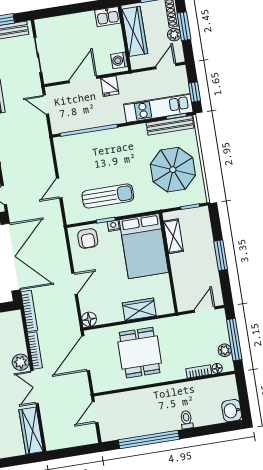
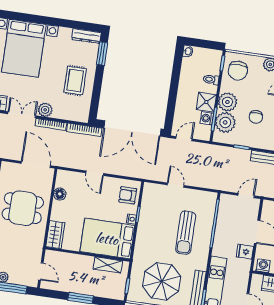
sun lounger: (108, 196) -> (186, 233), moved
wardrobe: (139, 309) -> (55, 235), moved
floor lamp: (89, 319) -> (60, 194), moved

